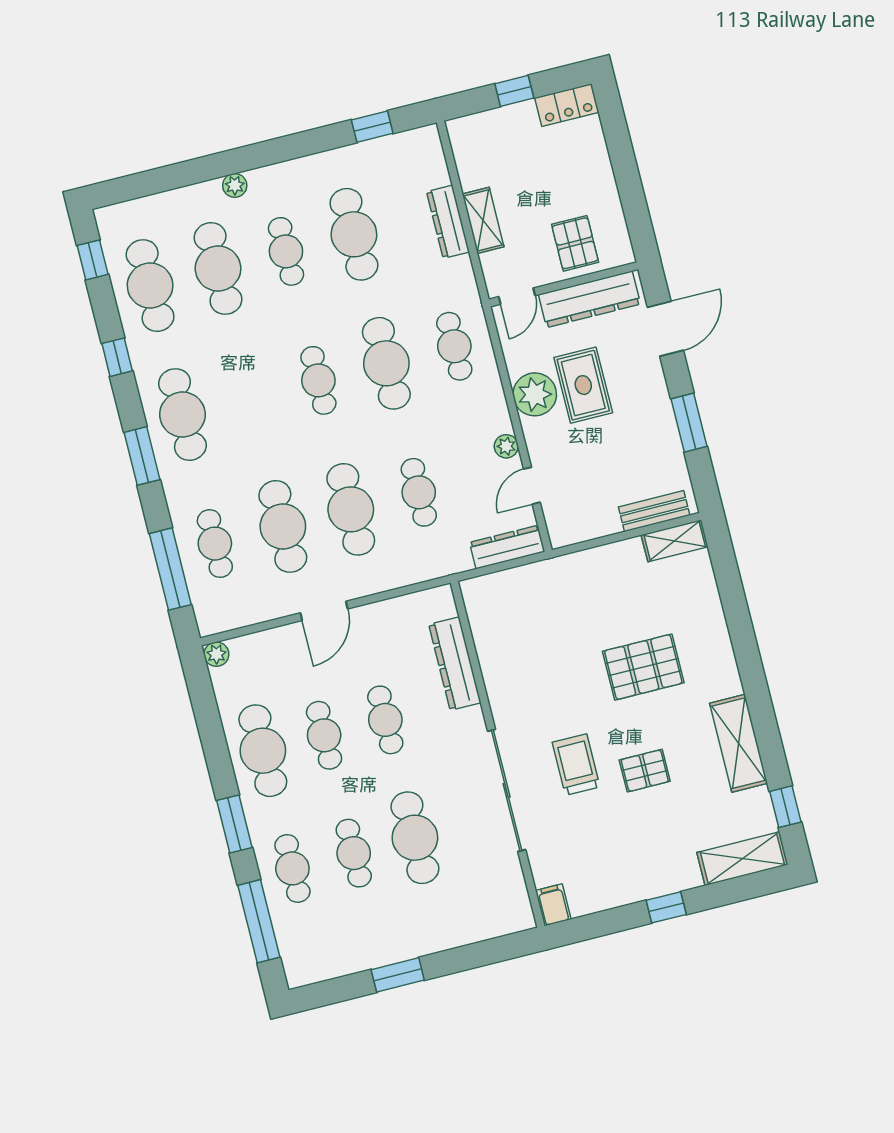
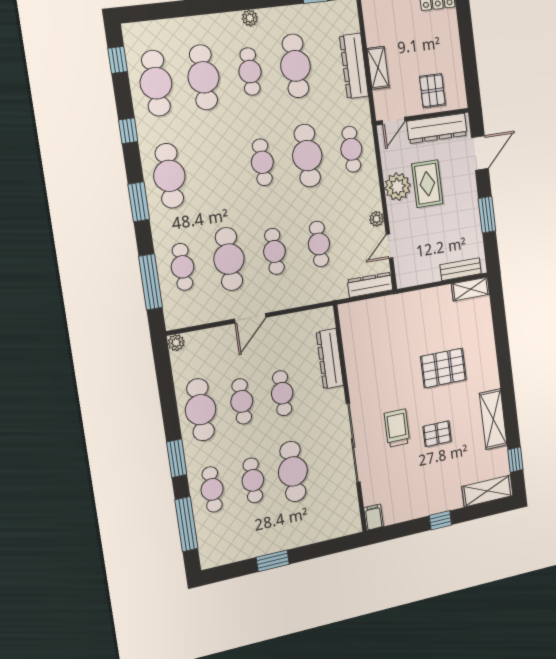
plant: (235, 185) -> (250, 18), moved
dresser: (448, 222) -> (354, 66), width x1.37, depth x1.24
cafe table: (351, 509) -> (274, 251), width x0.73, depth x0.74

